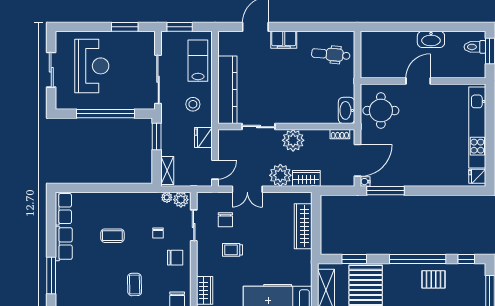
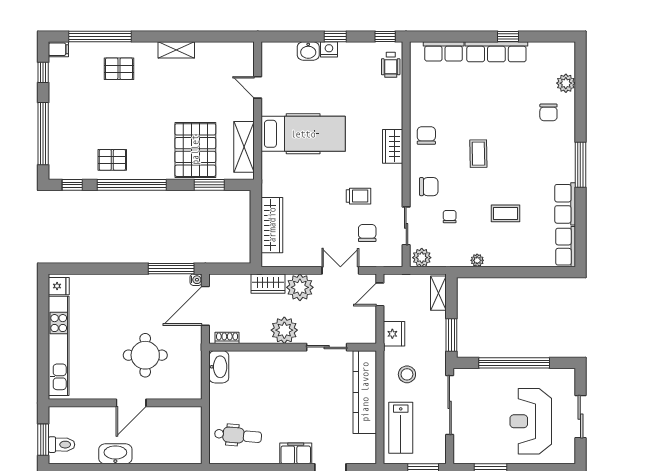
round table: (381, 111) -> (145, 355), moved
plant: (167, 197) -> (477, 260), moved
chair: (175, 258) -> (429, 187), turned 180

